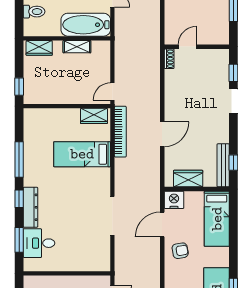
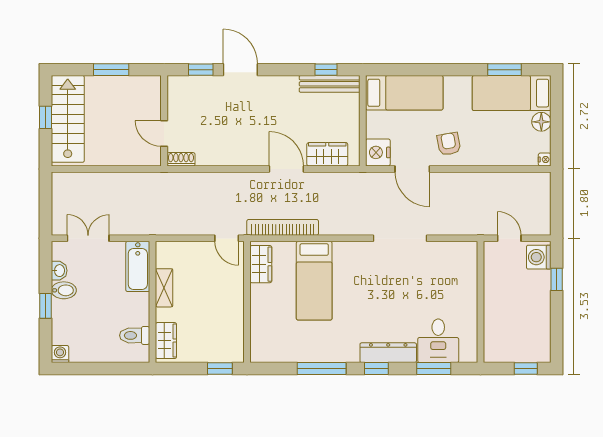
toilet: (34, 12) -> (135, 335), moved, turned -90
bathtub: (86, 25) -> (138, 266), width x0.73, depth x0.73
wardrobe: (188, 179) -> (327, 154), moved, turned 90

